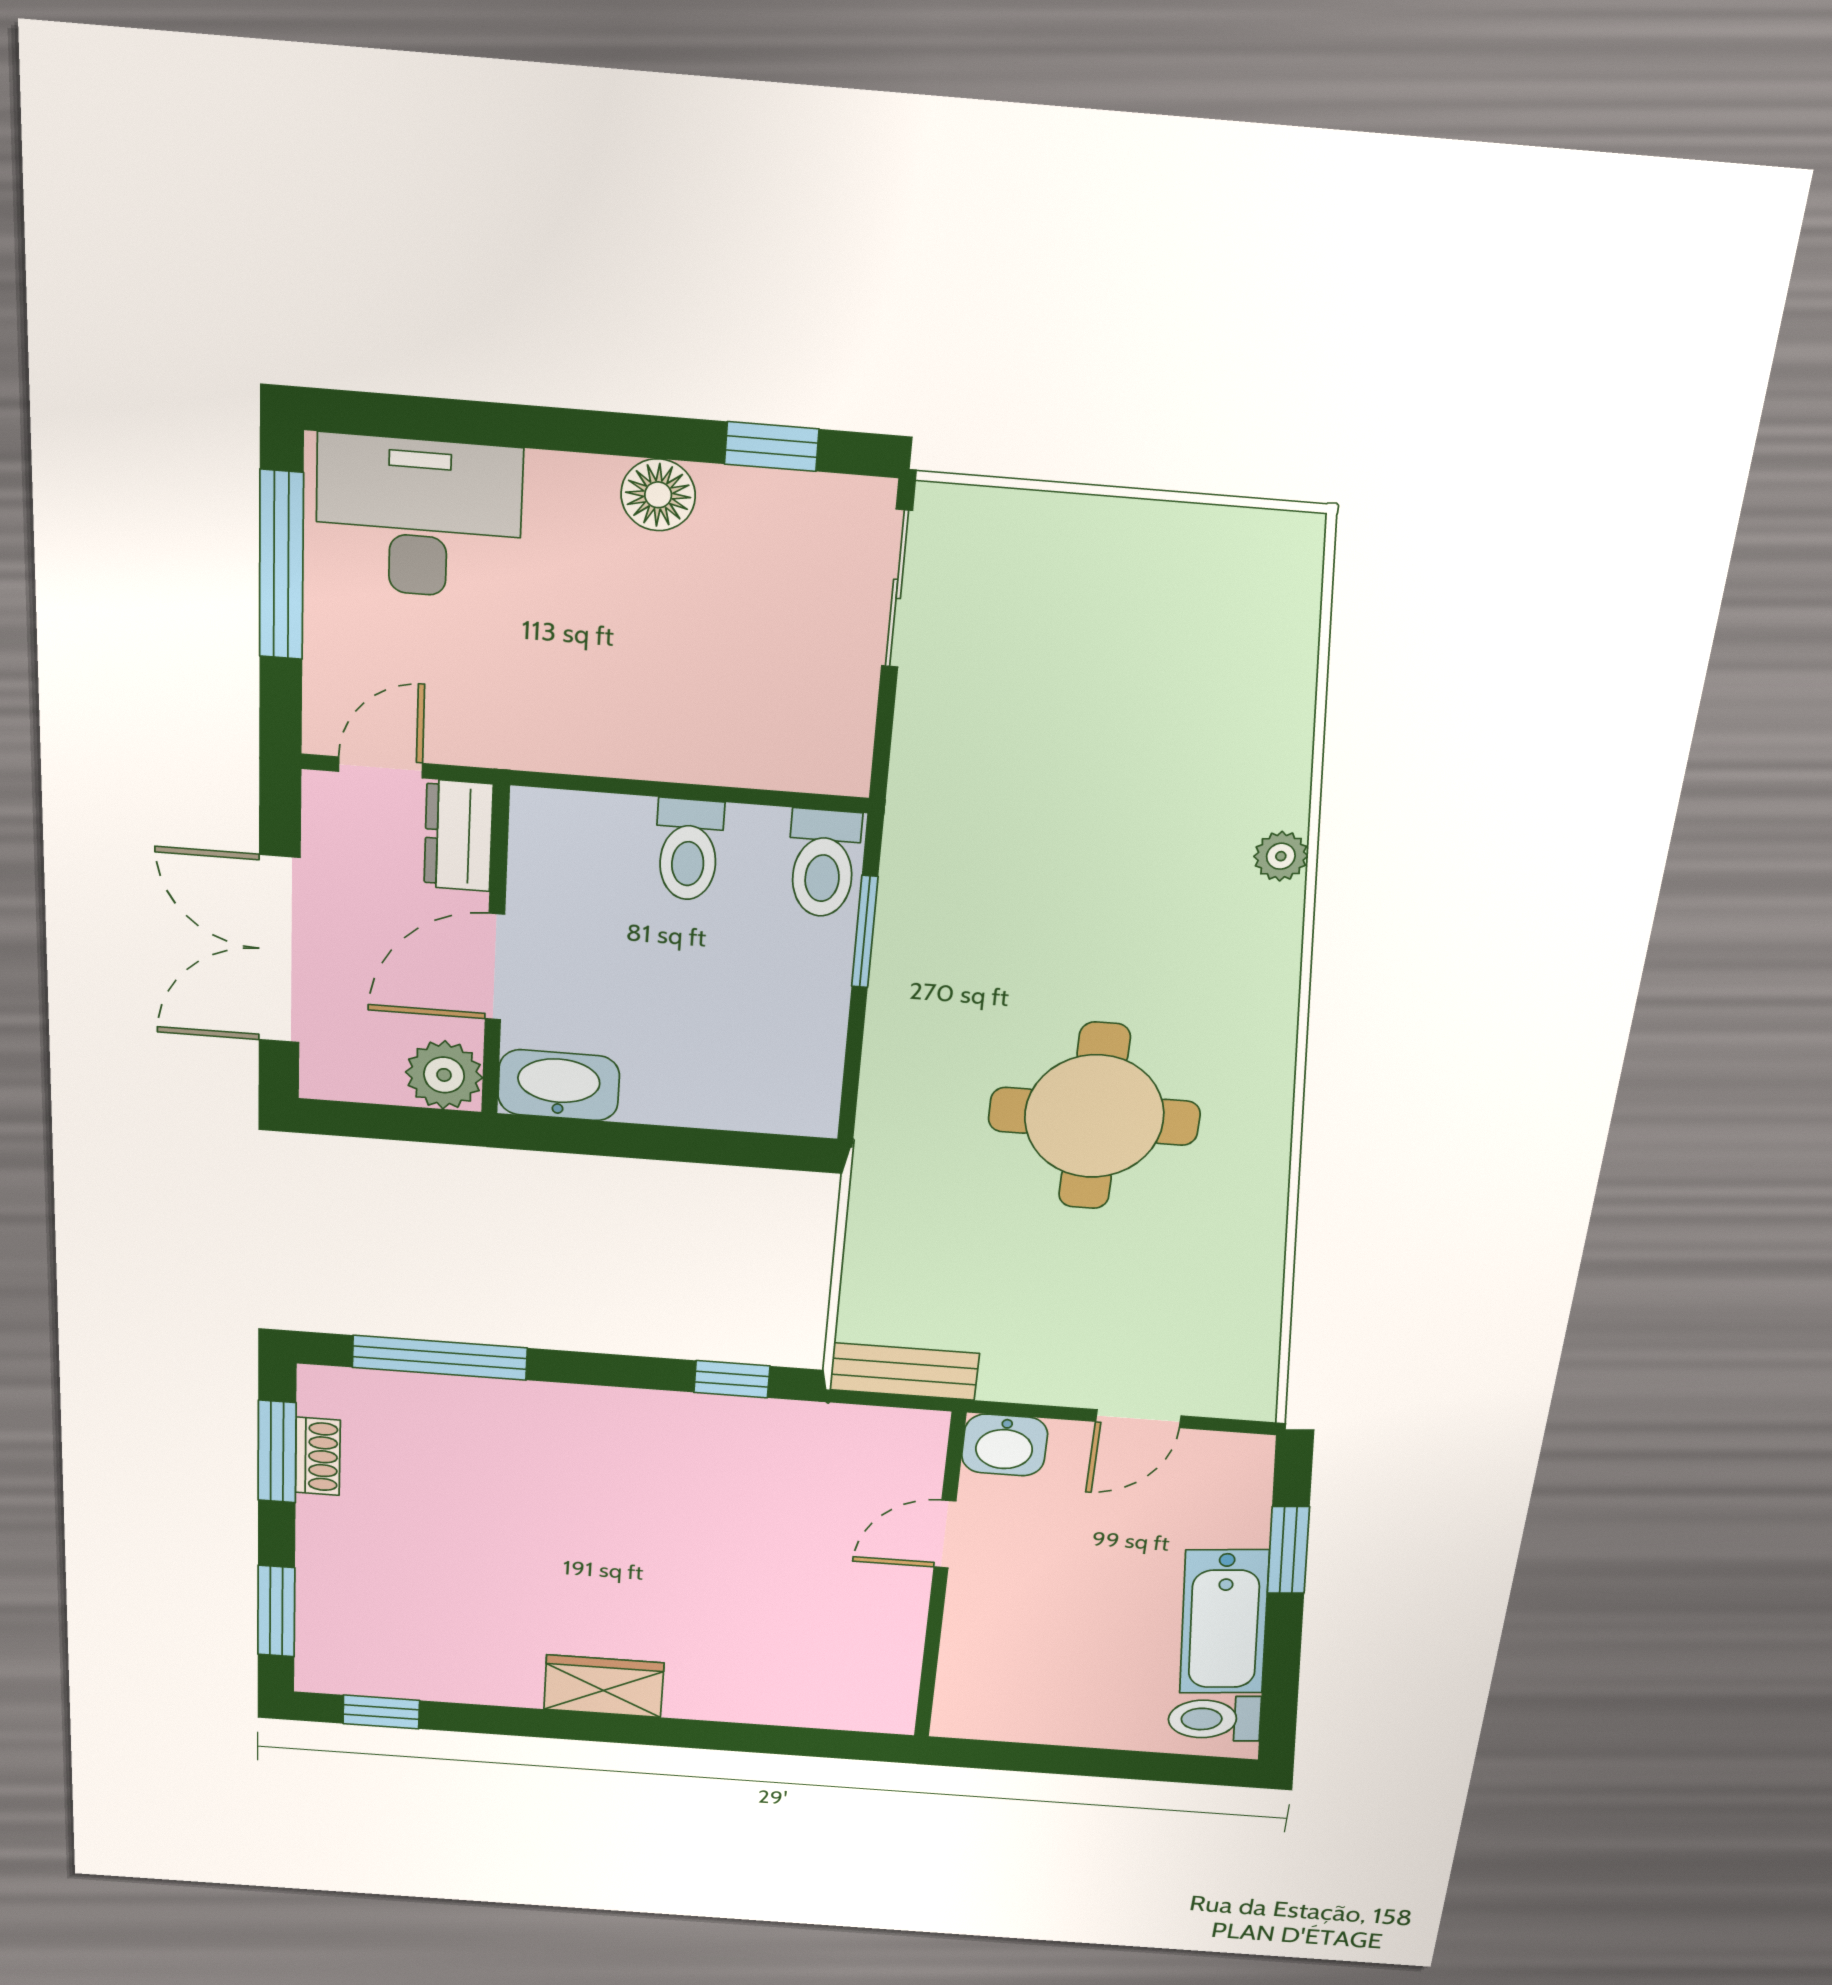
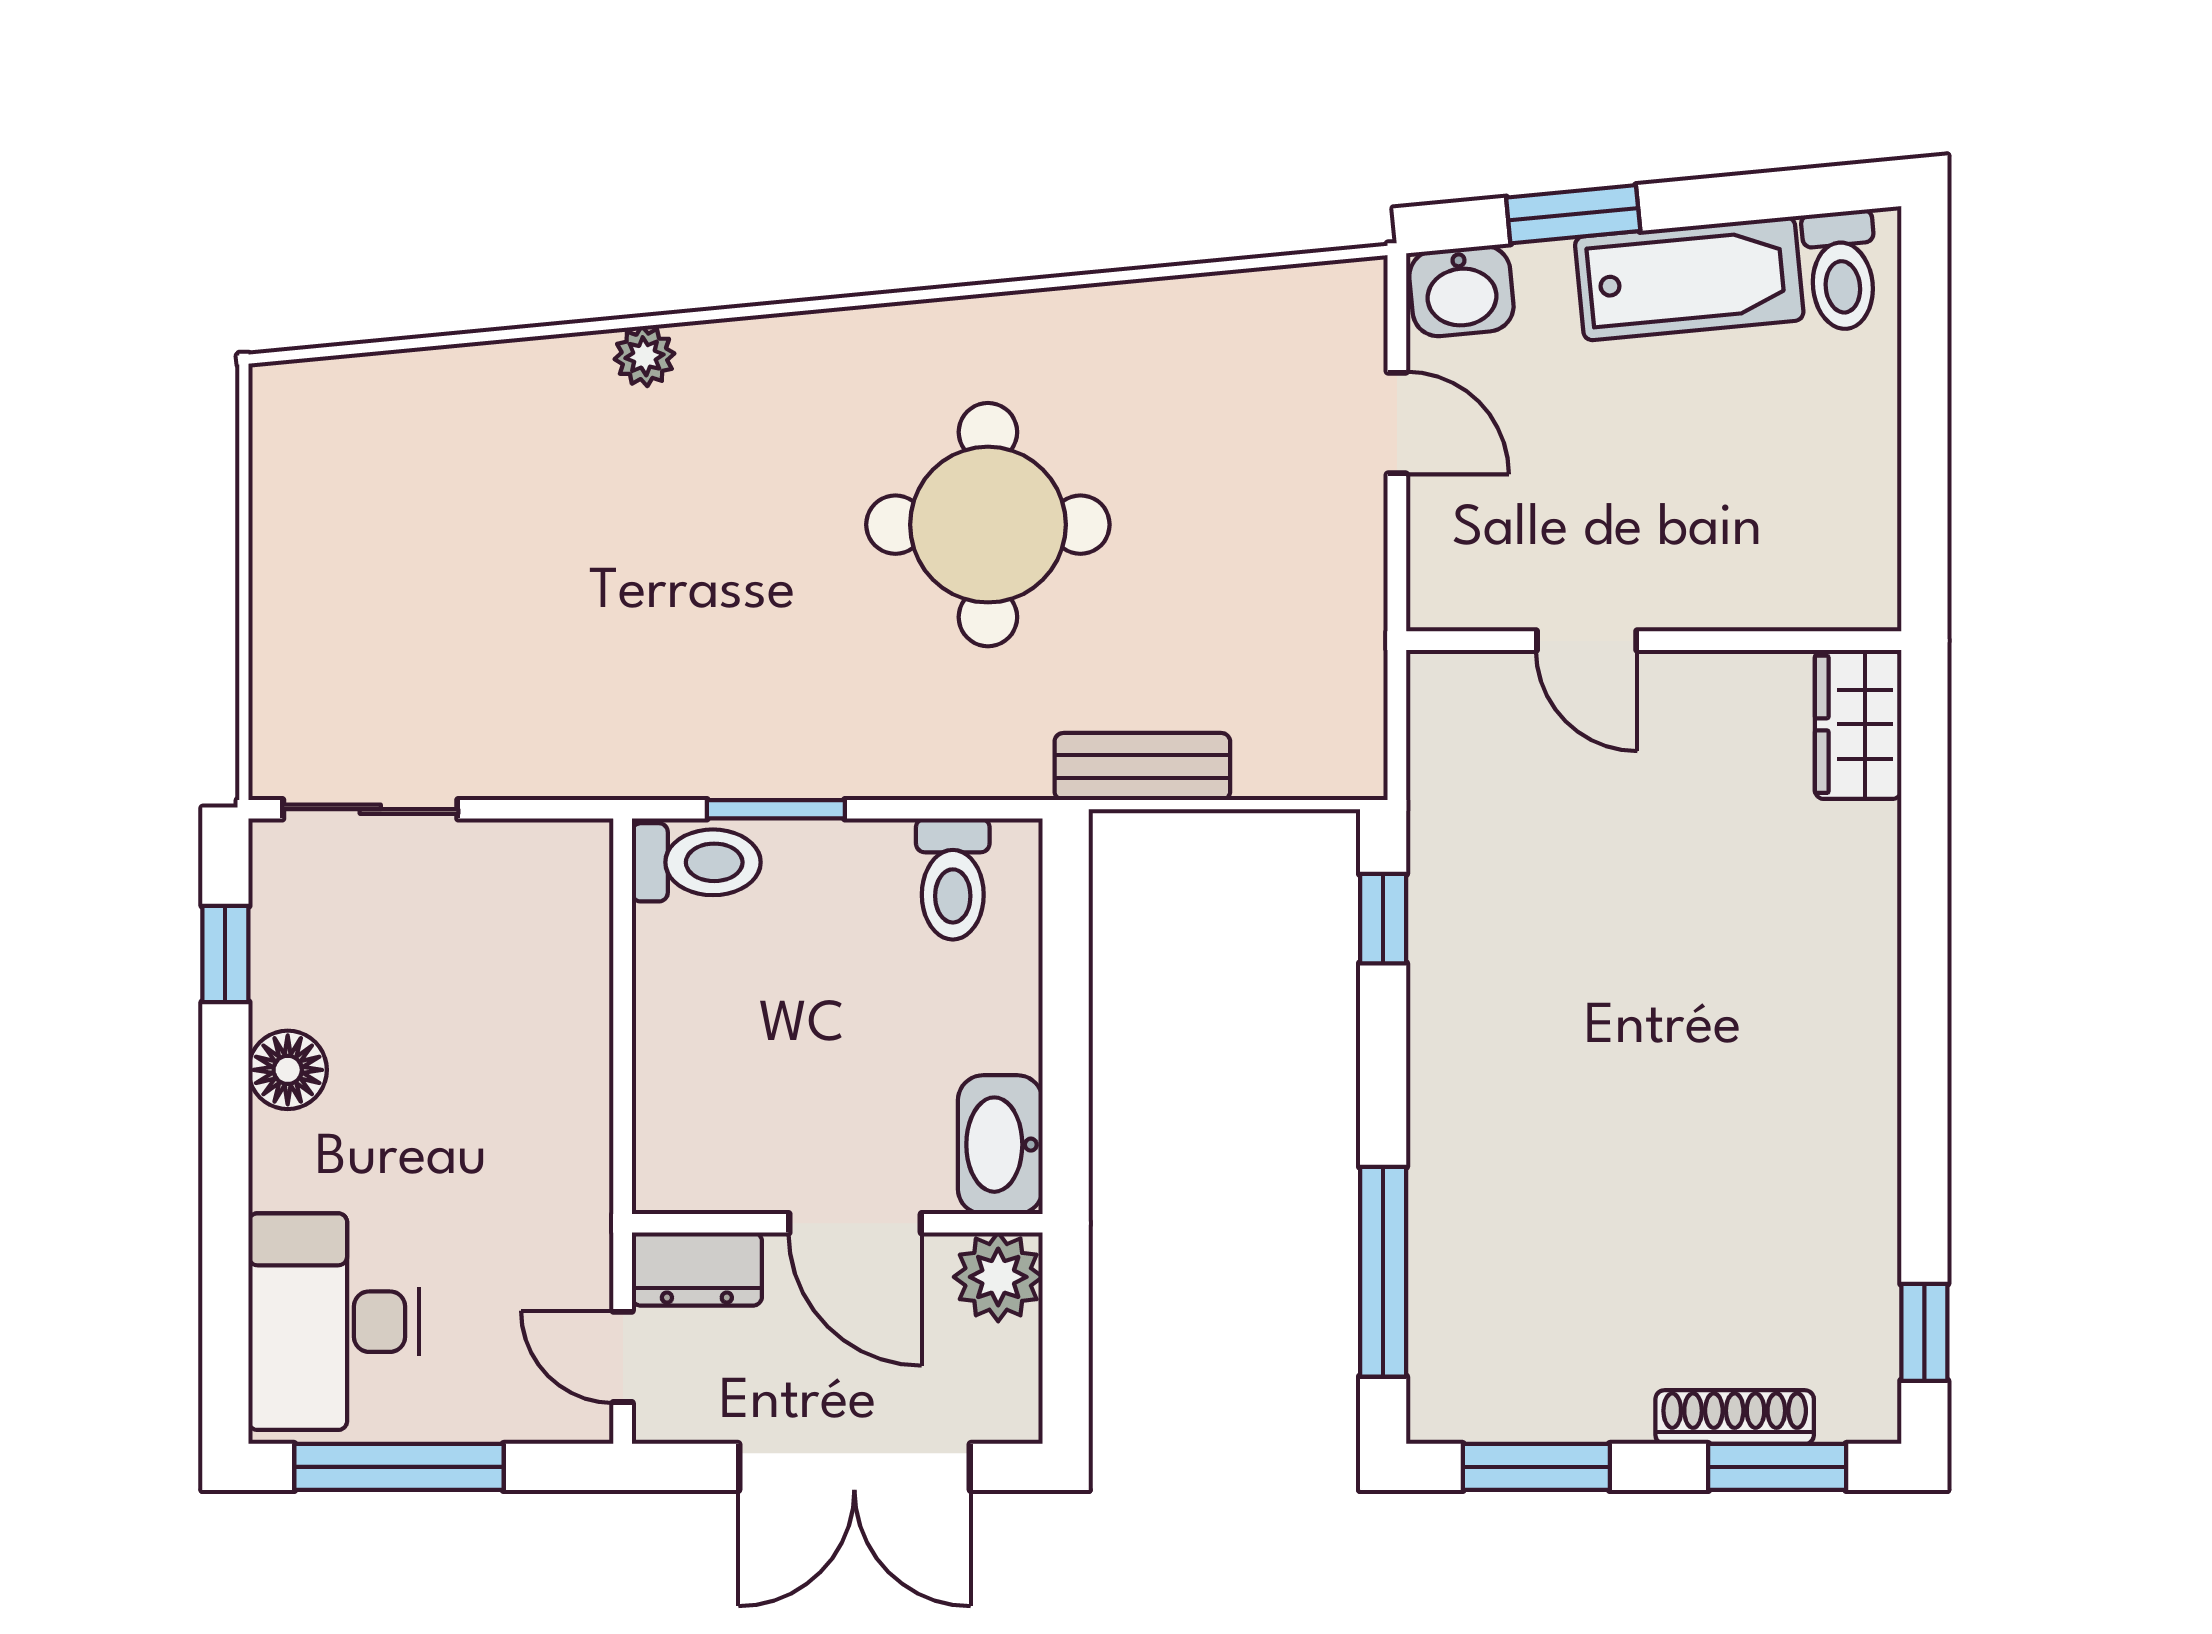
toilet: (689, 850) -> (953, 879), moved, turned 90
bench: (904, 1372) -> (1142, 766), moved, turned 90
washbasin: (1005, 1445) -> (1461, 291), moved, turned 85
shoe rack: (318, 1456) -> (1735, 1417), moved, width x1.43
wardrobe: (604, 1686) -> (1858, 724), moved

